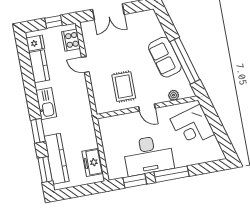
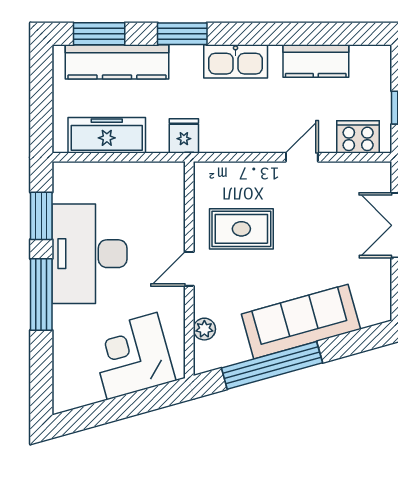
fridge: (35, 43) -> (184, 136), moved, turned 180
sofa: (165, 57) -> (301, 322), width x1.36
freezer: (93, 162) -> (107, 135), width x1.40

